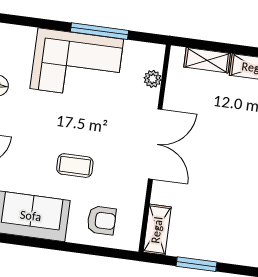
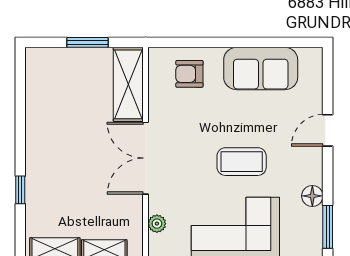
coffee table: (75, 166) -> (242, 162), moved, width x1.36, depth x1.30
shelving: (157, 230) -> (128, 84), width x1.50, depth x1.33

